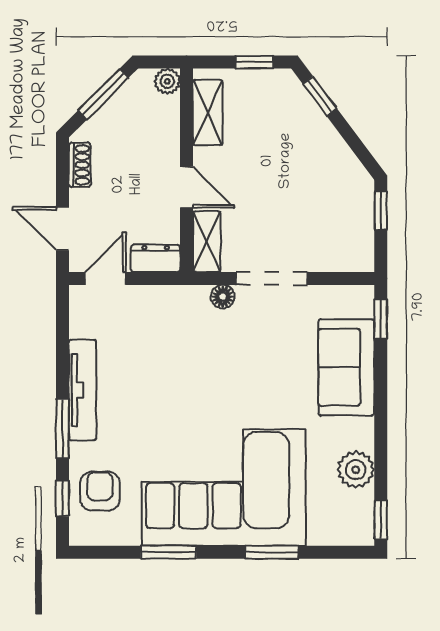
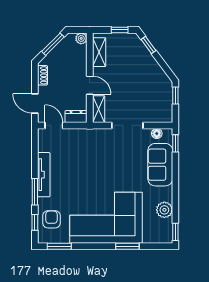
door: (105, 279) -> (54, 125), hinge flipped
floor lamp: (223, 297) -> (157, 134), moved
window: (168, 552) -> (59, 246), moved

